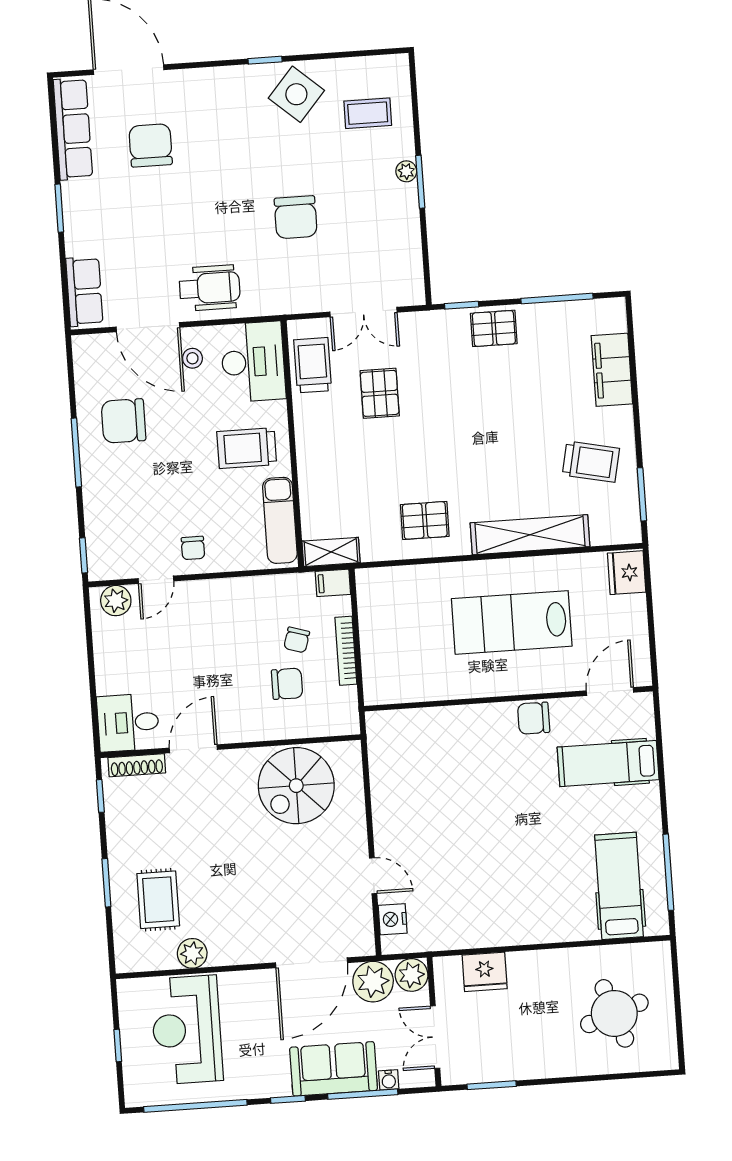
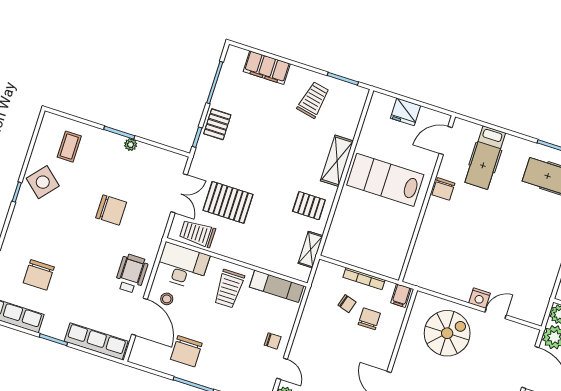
chair: (151, 145) -> (39, 275), turned -90
plant: (406, 171) -> (131, 145), moved
row of seats: (84, 291) -> (96, 341), width x1.48
door: (148, 327) -> (139, 317), hinge flipped
pallet: (380, 393) -> (228, 202), width x1.50, depth x1.42
pallet: (425, 520) -> (309, 206), turned 90
shelving: (530, 535) -> (337, 161), width x0.68
shelving: (331, 552) -> (311, 250), moved
fridge: (627, 573) -> (406, 112), moved
filing cabinet: (333, 583) -> (401, 296), moved
lab bench: (512, 622) -> (385, 180), turned 90
door: (610, 692) -> (446, 141), hinge flipped
spiral stairs: (296, 786) -> (447, 333), moved, turned -90
nightstand: (393, 919) -> (479, 298), moved

